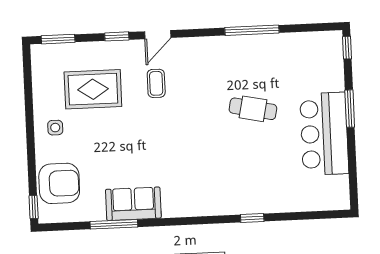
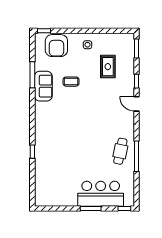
coffee table: (156, 83) -> (71, 82), moved
rug: (93, 89) -> (108, 67), width x0.73, depth x0.70
cafe table: (253, 109) -> (120, 151), moved
bar counter: (324, 134) -> (101, 194), moved

